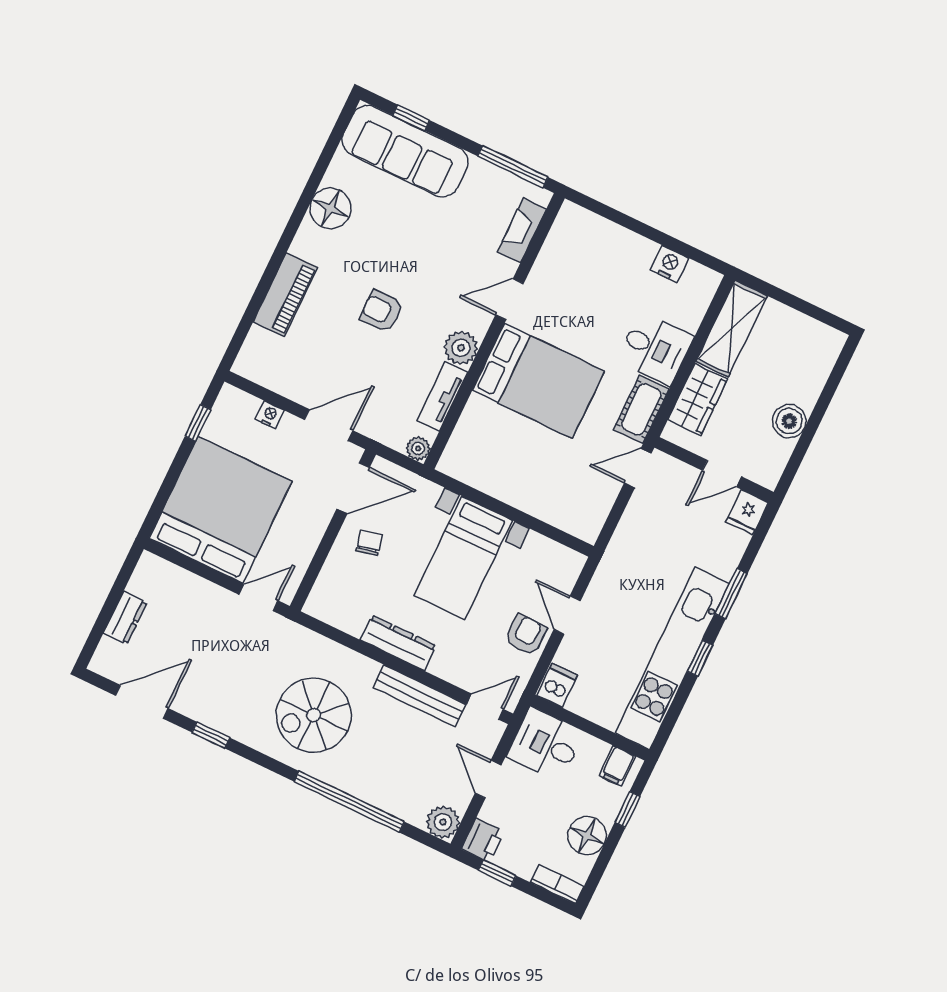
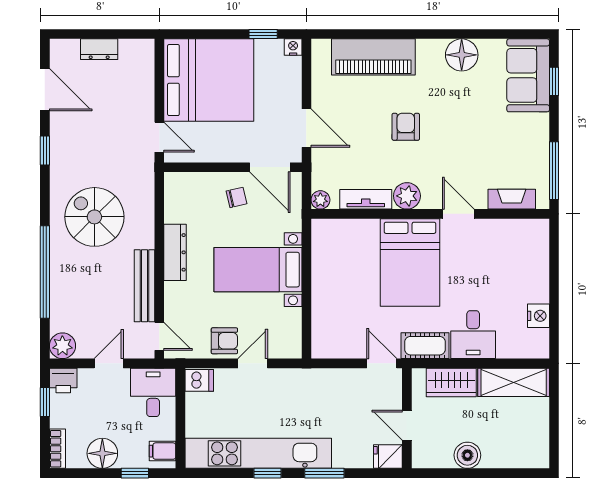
sofa: (405, 151) -> (528, 75), width x0.73
piano: (285, 295) -> (373, 57), width x1.37, depth x1.33
nightstand: (270, 415) -> (293, 47), moved, turned -90

